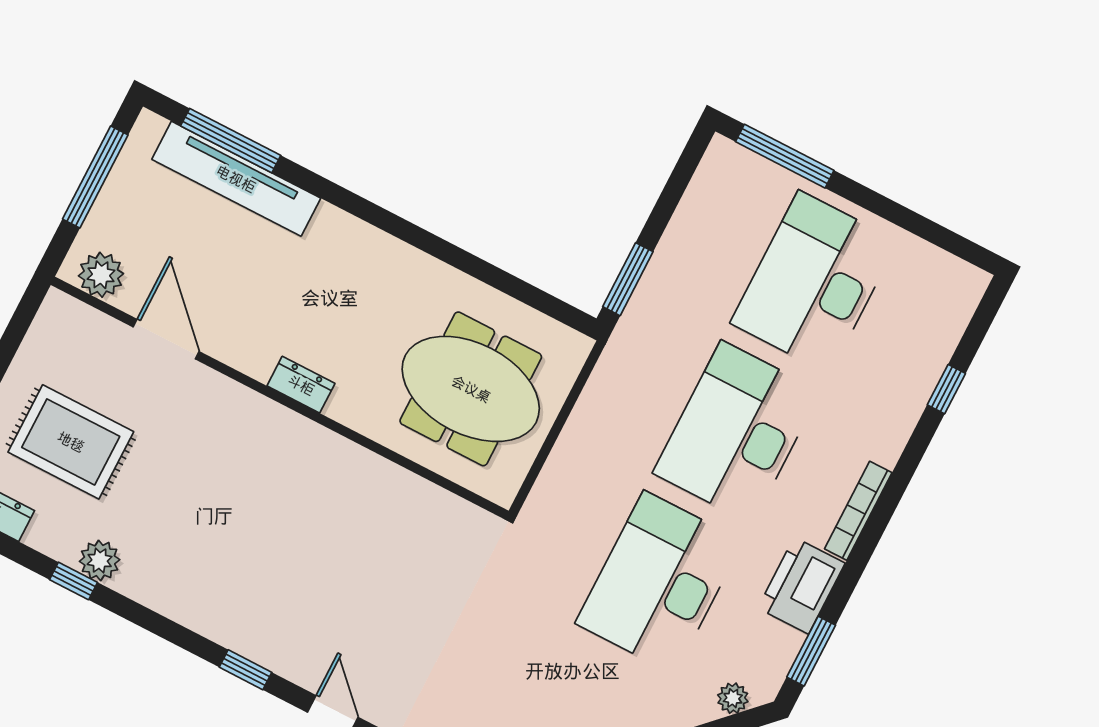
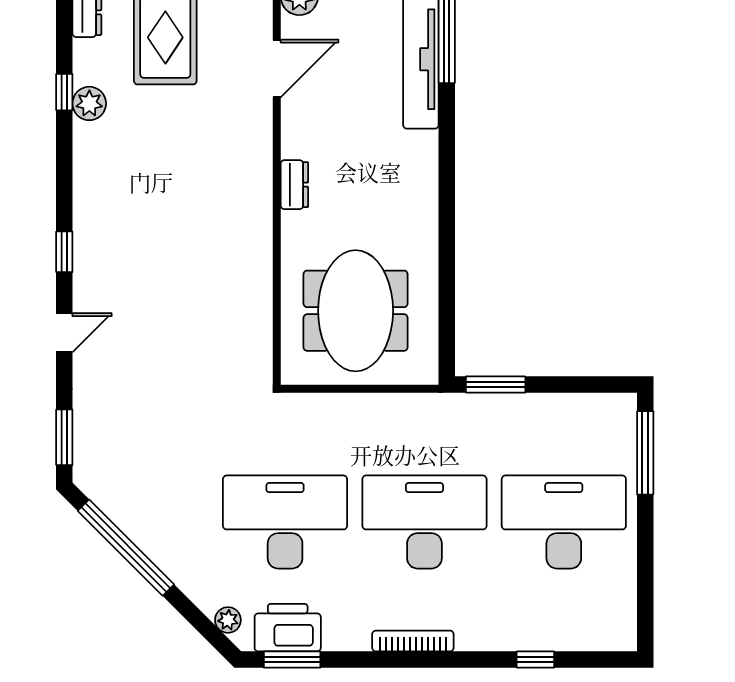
printer: (801, 586) -> (288, 628), moved

